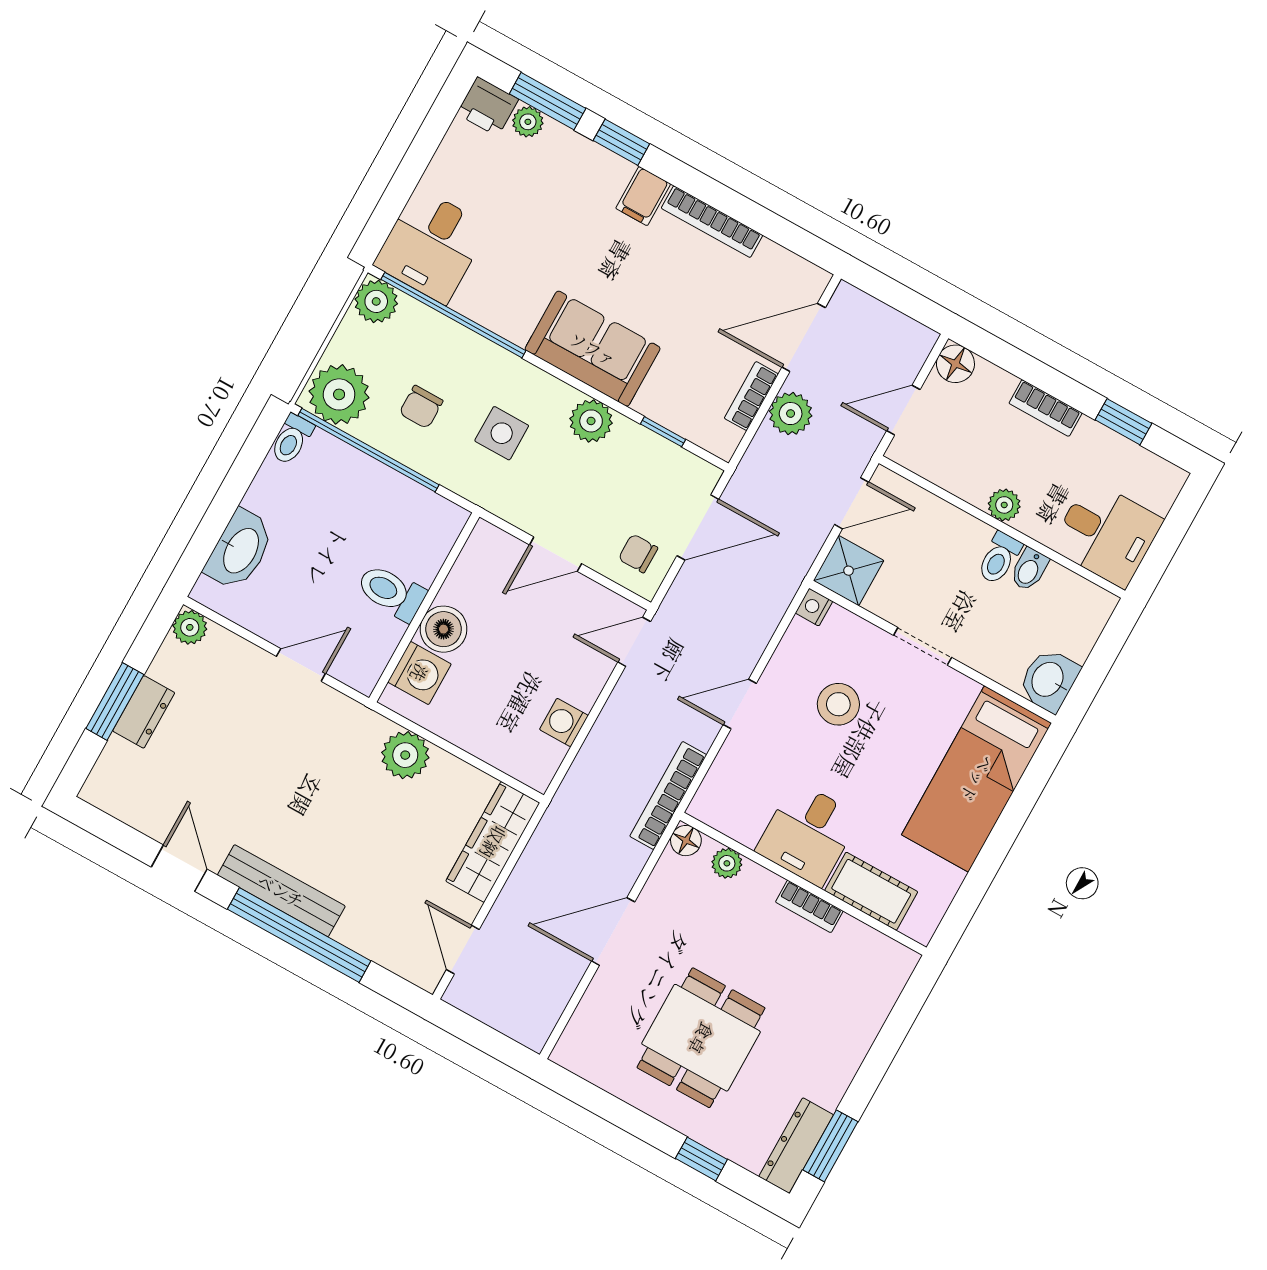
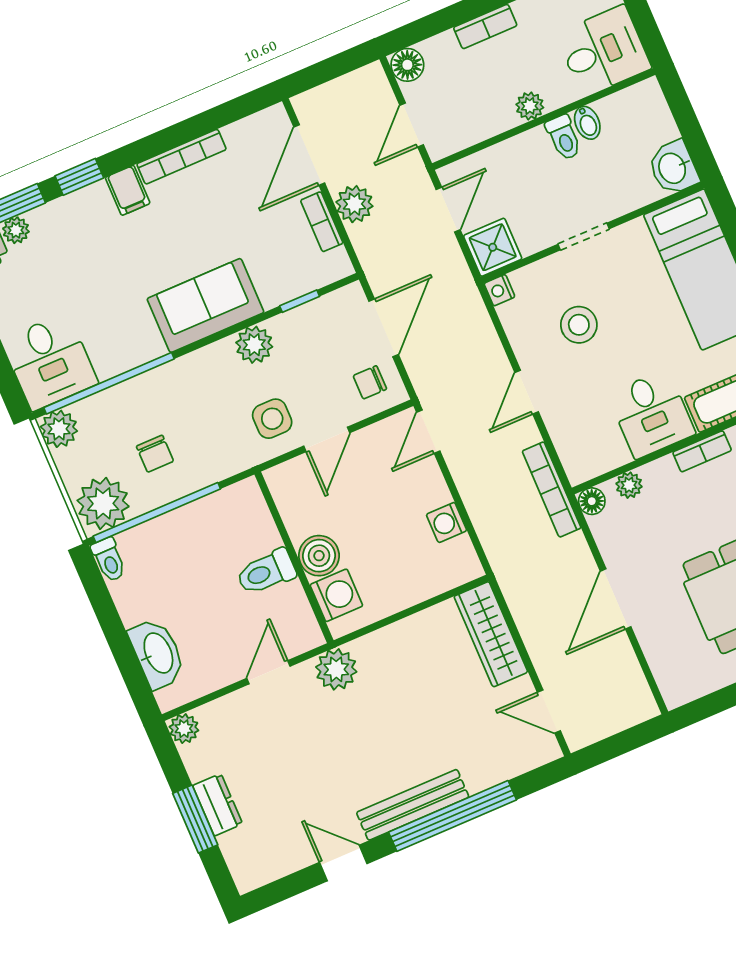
side table: (502, 433) -> (272, 419), moved
plant: (405, 755) -> (336, 669), moved

